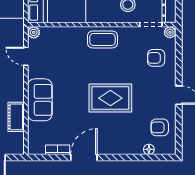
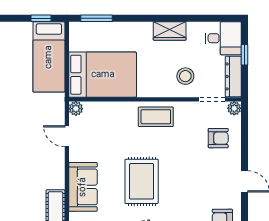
armchair: (156, 58) -> (218, 138), turned 180
rug: (110, 98) -> (142, 181), moved, turned 90

